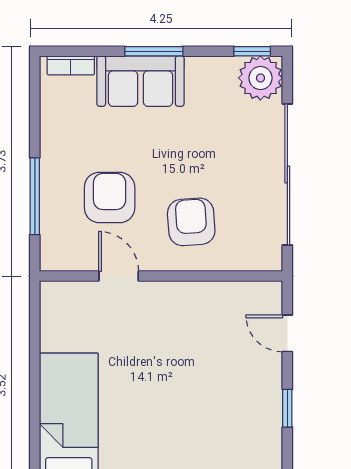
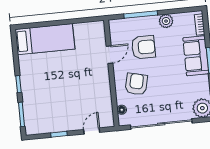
plant: (55, 141) -> (166, 21), added
armchair: (191, 222) -> (136, 84), turned -73
floor lamp: (246, 261) -> (122, 110), added

